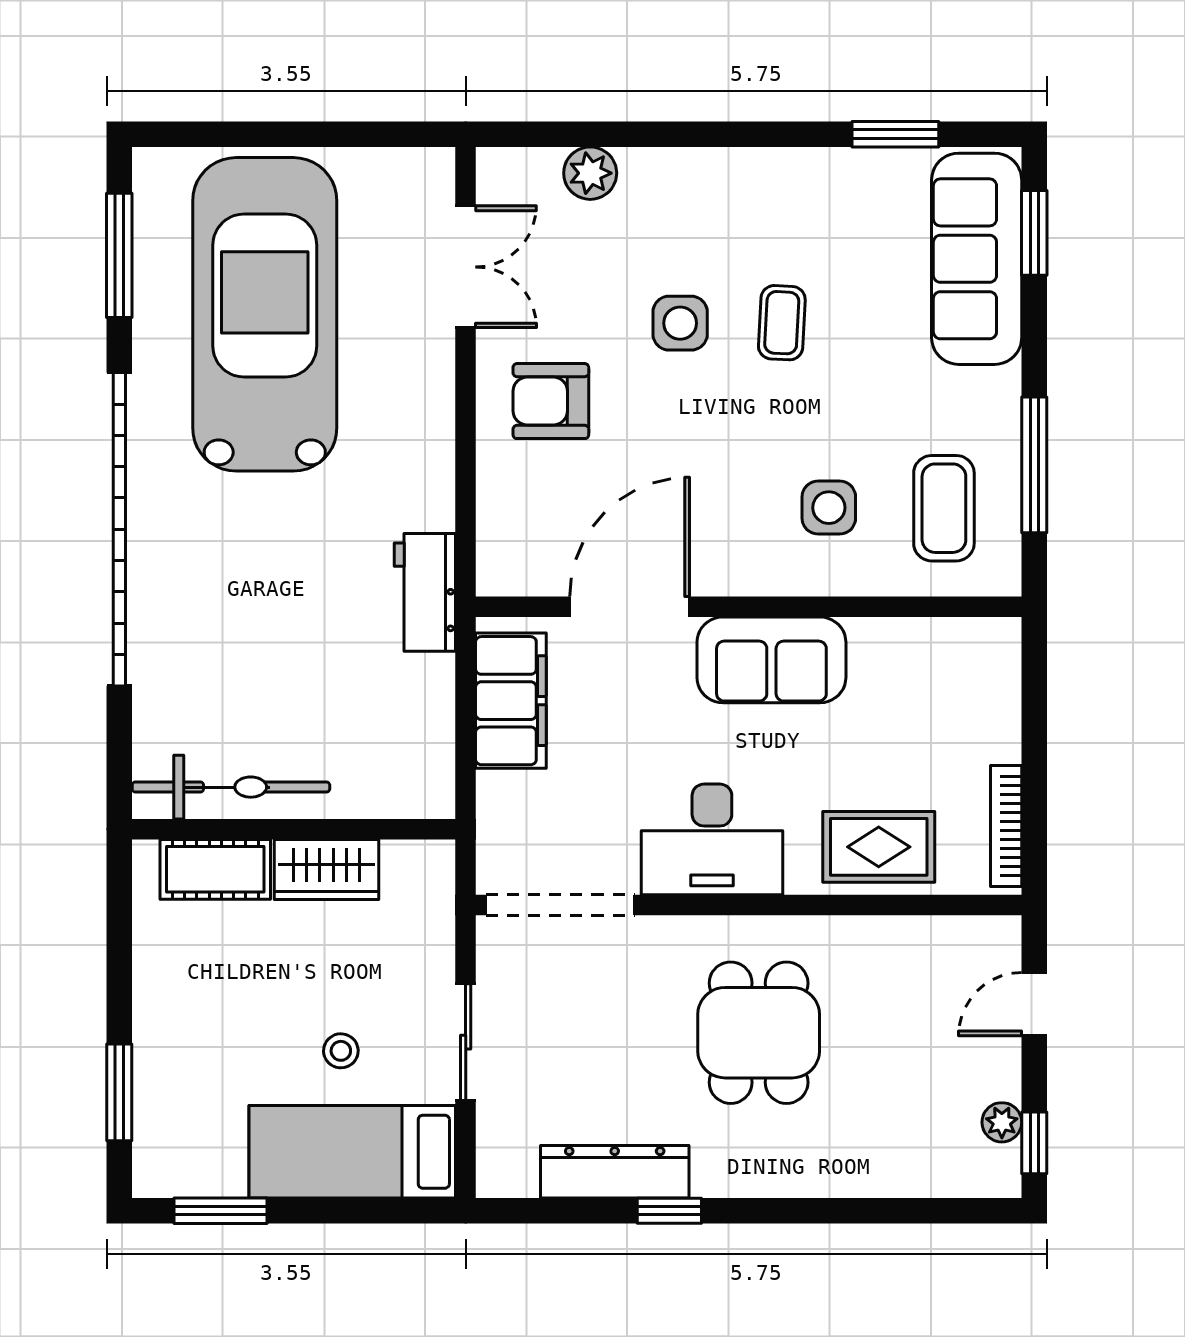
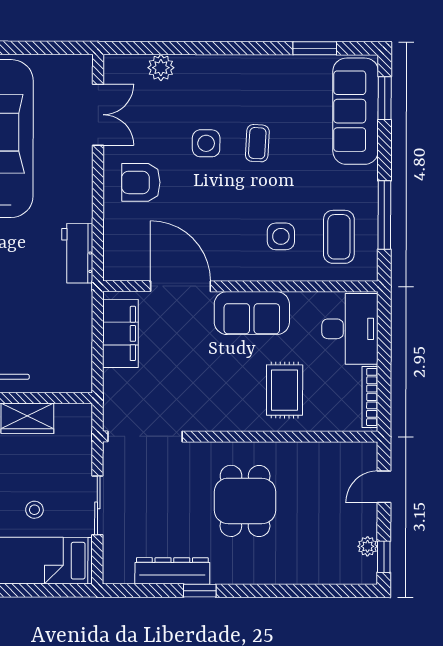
workbench: (425, 592) -> (77, 253), moved
door: (630, 607) -> (180, 286), hinge flipped
desk: (712, 839) -> (350, 329), moved, turned -90
rug: (879, 847) -> (285, 390), moved, turned 90

